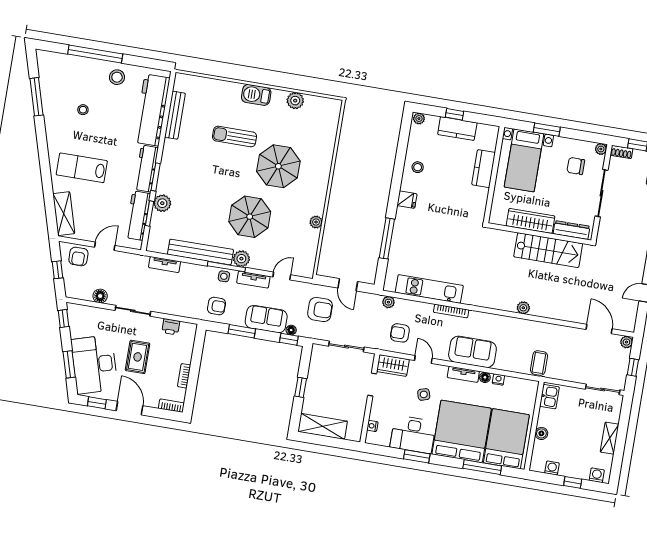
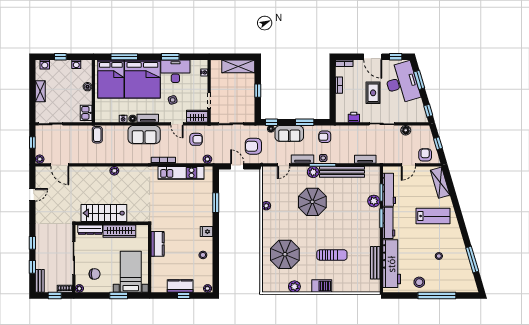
parasol: (278, 166) -> (285, 254), moved
kitchen counter: (484, 169) -> (157, 244), moved
window: (387, 238) -> (216, 203), width x0.69

